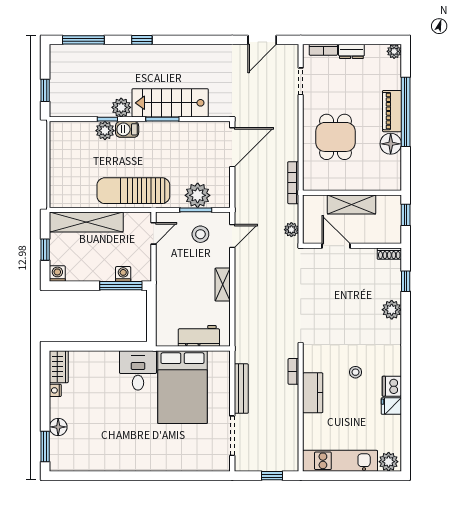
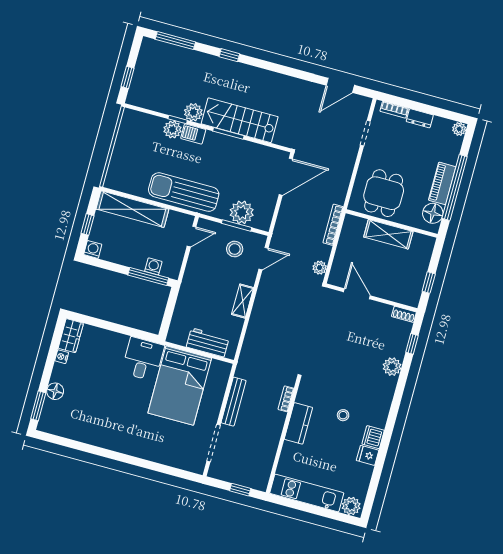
wall: (352, 193) -> (392, 224), moved
shelving: (352, 204) -> (388, 234), moved

